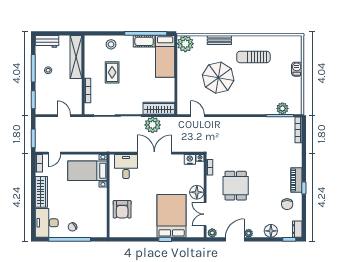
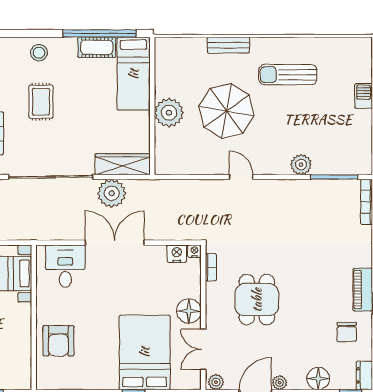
plant: (185, 44) -> (169, 113), moved
plant: (282, 108) -> (301, 165), moved
door: (198, 116) -> (241, 177), moved

